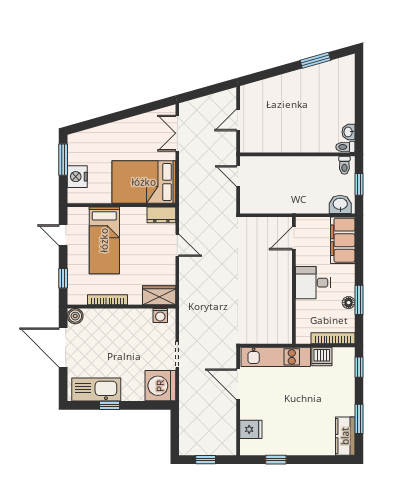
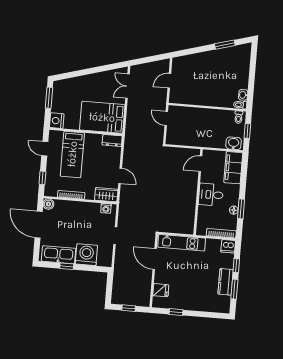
nightstand: (77, 177) -> (57, 121), moved
door: (177, 245) -> (120, 176), moved
dishwasher: (322, 357) -> (228, 246), moved
window: (359, 367) -> (236, 266), moved
washing machine: (160, 386) -> (86, 255), moved, turned 90
kitchen counter: (345, 436) -> (226, 282), moved

